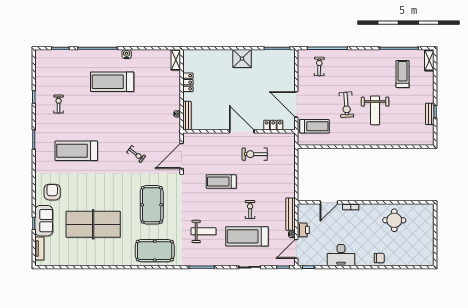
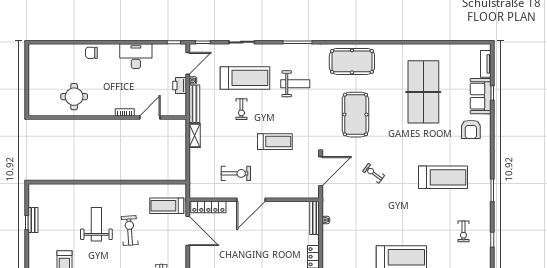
locker: (273, 125) -> (208, 207), width x1.53
door: (242, 131) -> (251, 200), hinge flipped
shelving: (290, 187) -> (195, 136), added
table tennis table: (93, 224) -> (423, 92), turned 90
weight bench: (204, 231) -> (295, 84), turned 180

